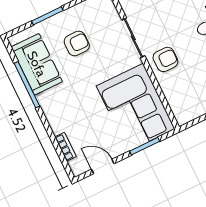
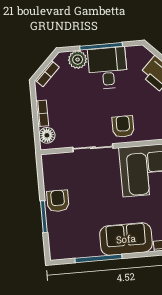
armchair: (77, 43) -> (58, 201), moved
sofa: (37, 64) -> (126, 239), moved

